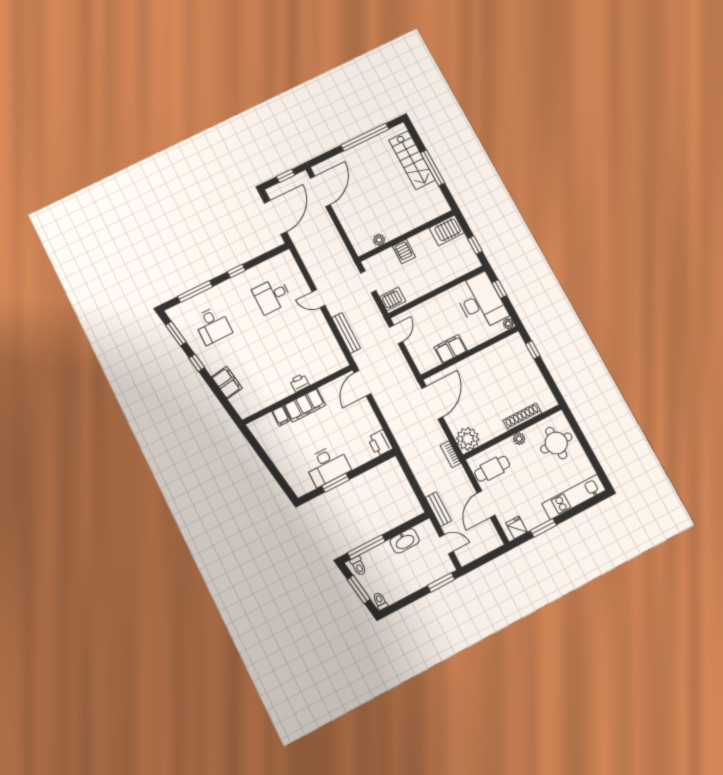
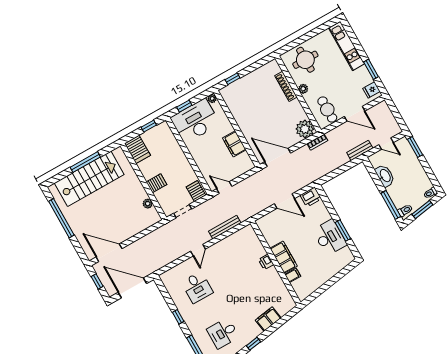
stairs: (412, 160) -> (89, 179), width x1.36, depth x1.51
desk: (213, 325) -> (223, 333), turned 180
door: (363, 383) -> (285, 201), moved
door: (446, 544) -> (386, 144), swing flipped

